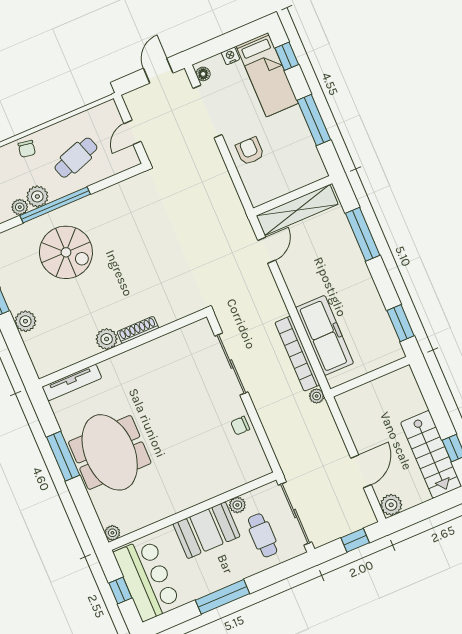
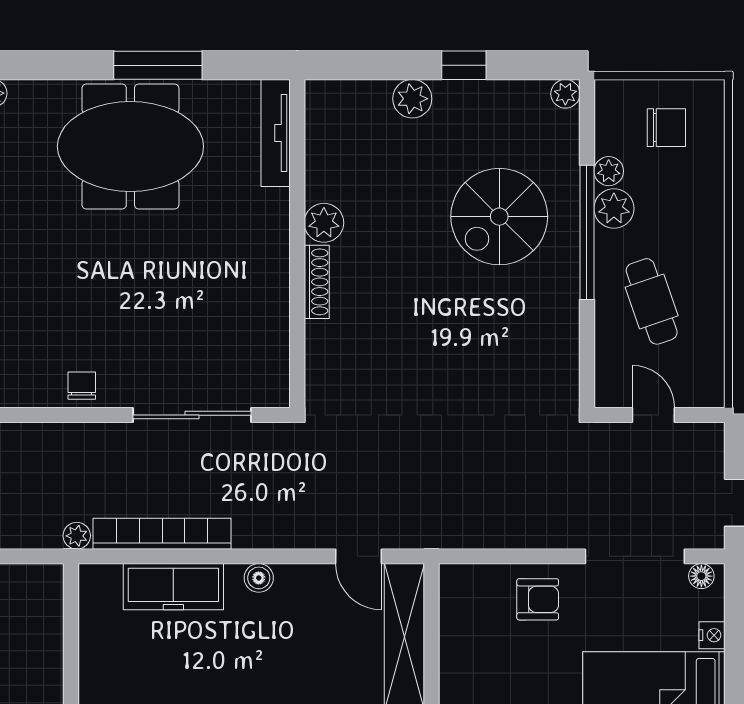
chair: (27, 149) -> (702, 225), removed
boiler: (299, 296) -> (259, 578), added
freezer: (325, 335) -> (173, 587), width x0.73, depth x0.79

